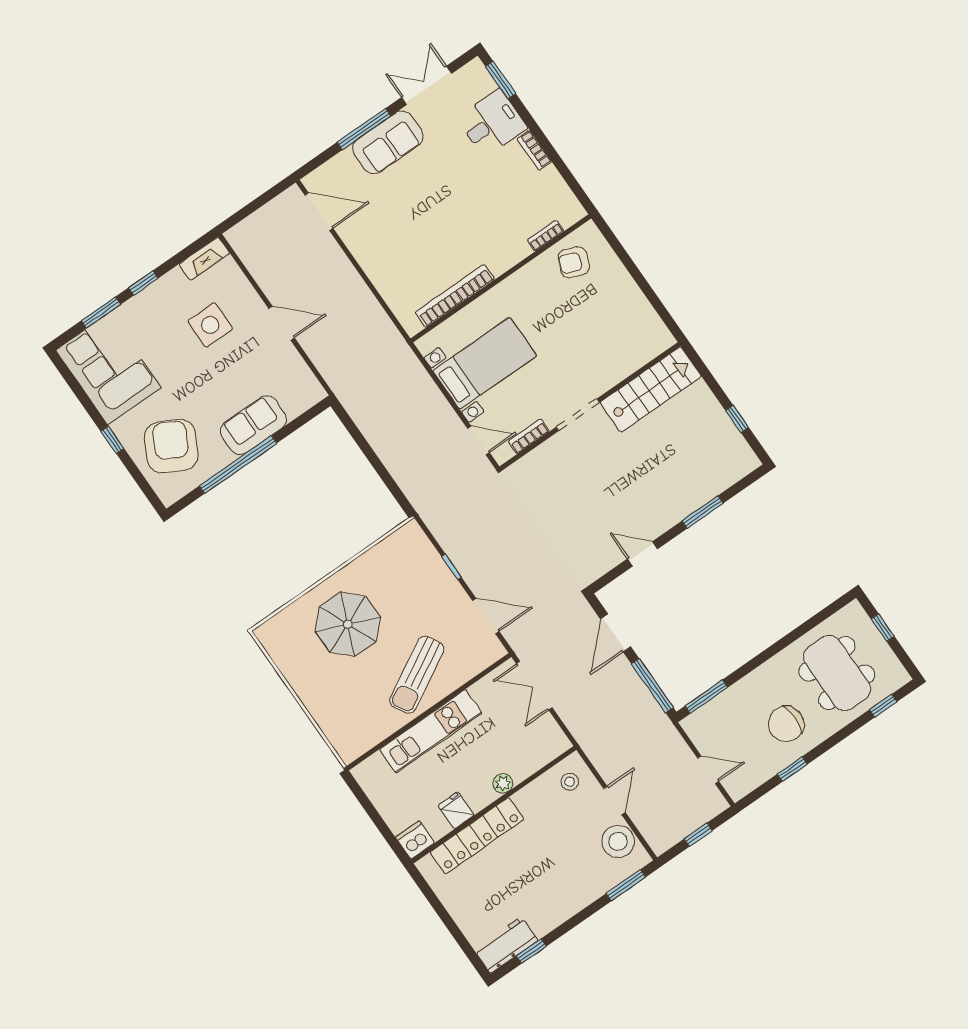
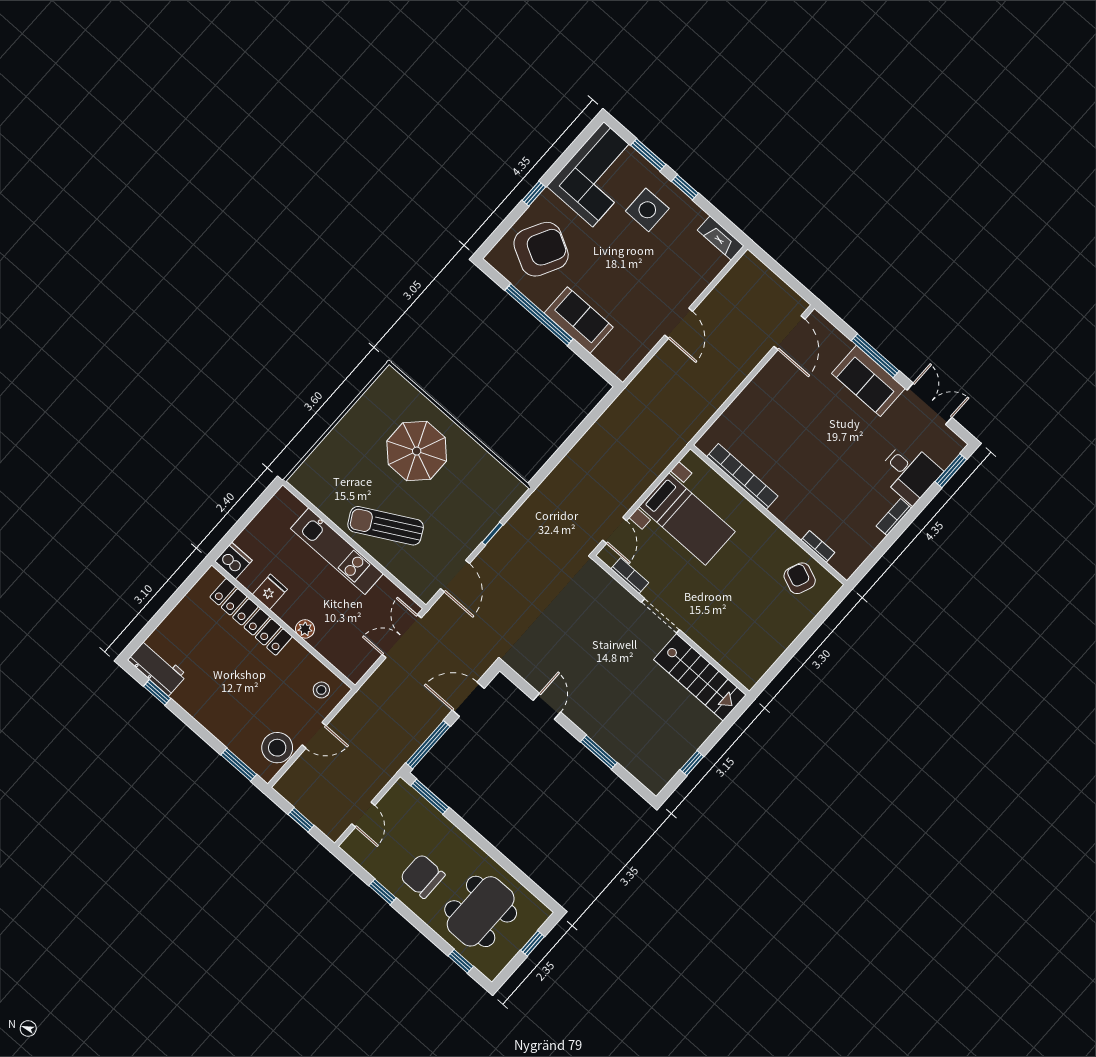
side table: (210, 325) -> (647, 210), moved

